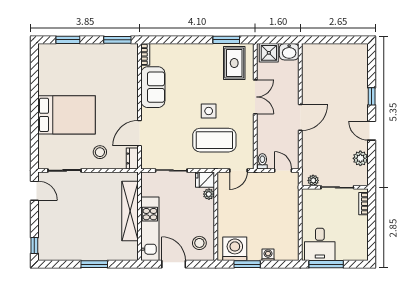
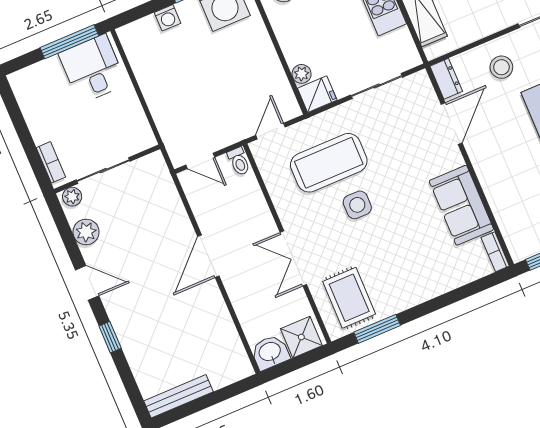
bench: (348, 49) -> (179, 396), added
plant: (313, 180) -> (72, 197), moved

